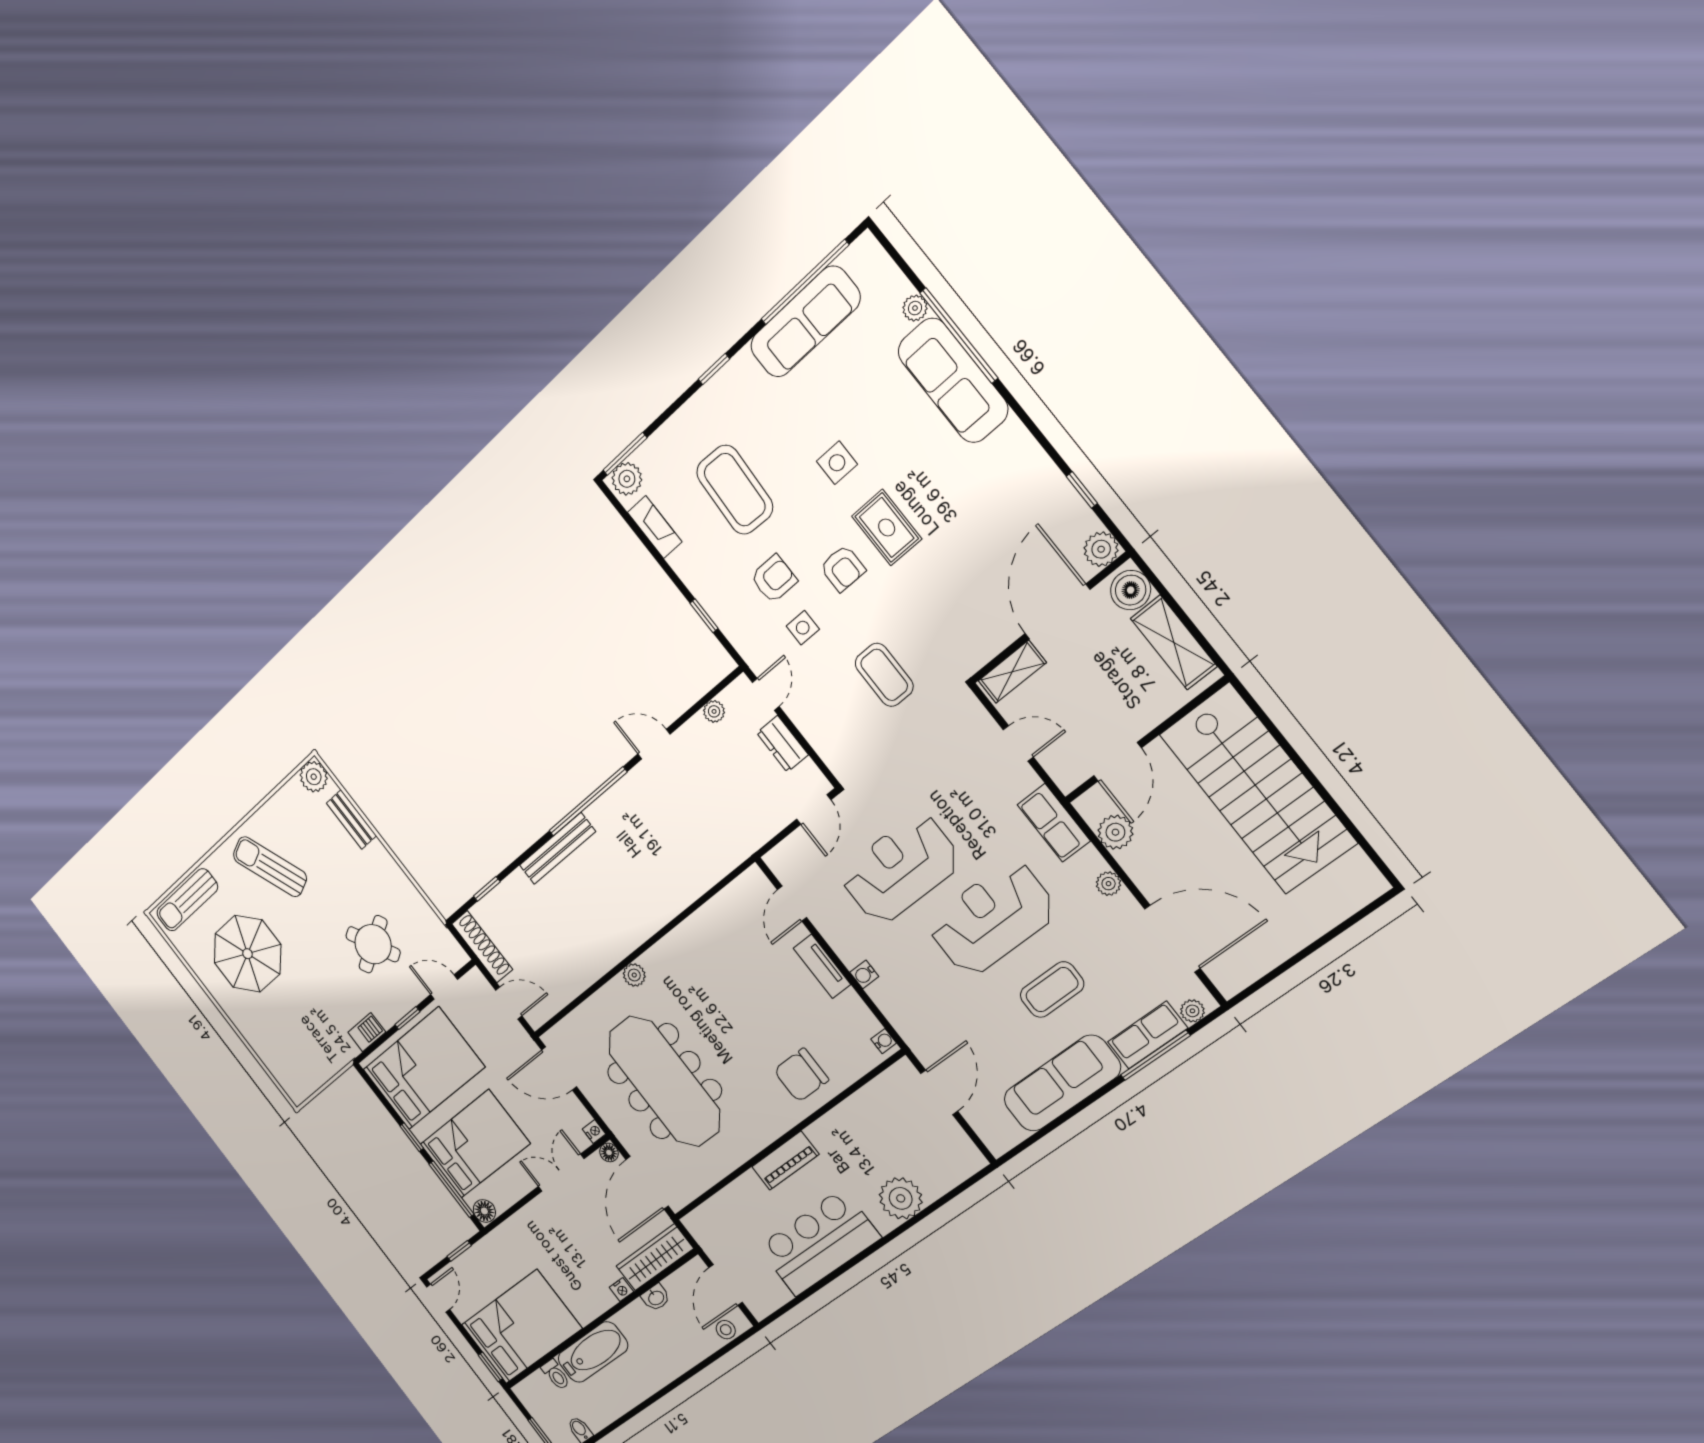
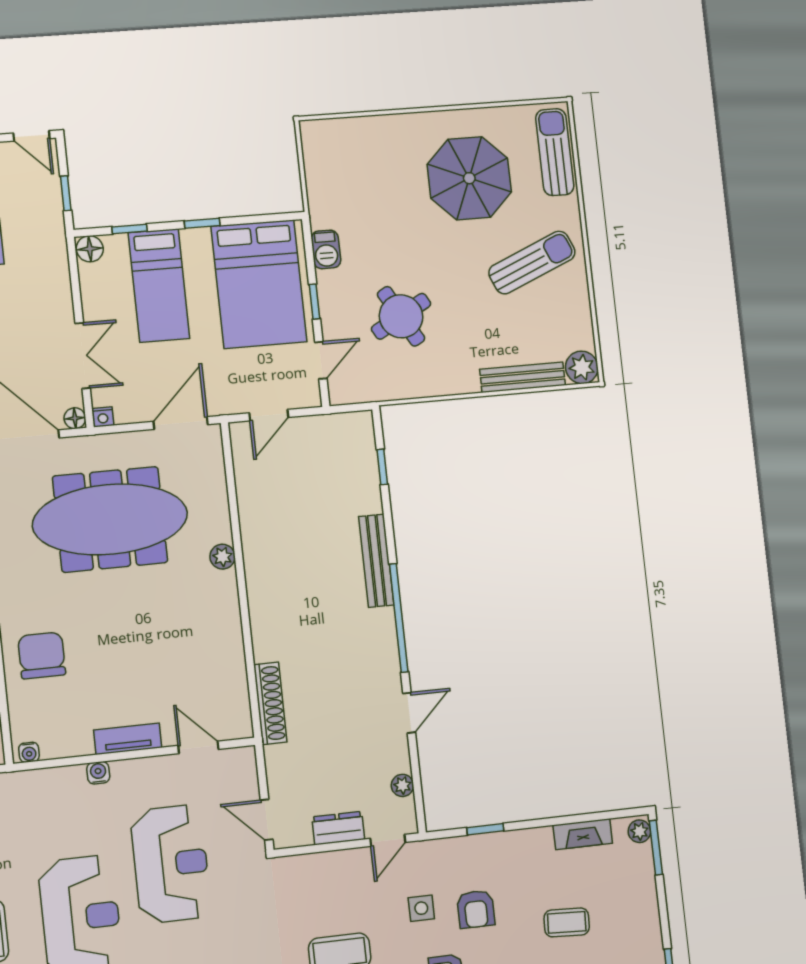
plant: (627, 479) -> (639, 831), width x0.73, depth x0.73
coffee table: (735, 490) -> (567, 922), width x0.54, depth x0.58
door: (766, 694) -> (388, 840), hinge flipped
bench: (351, 819) -> (523, 377), width x1.36
shoe rack: (482, 947) -> (270, 703), moved, turned -90
bed: (475, 1144) -> (159, 286), width x0.67
window: (451, 1189) -> (130, 229), width x0.46

